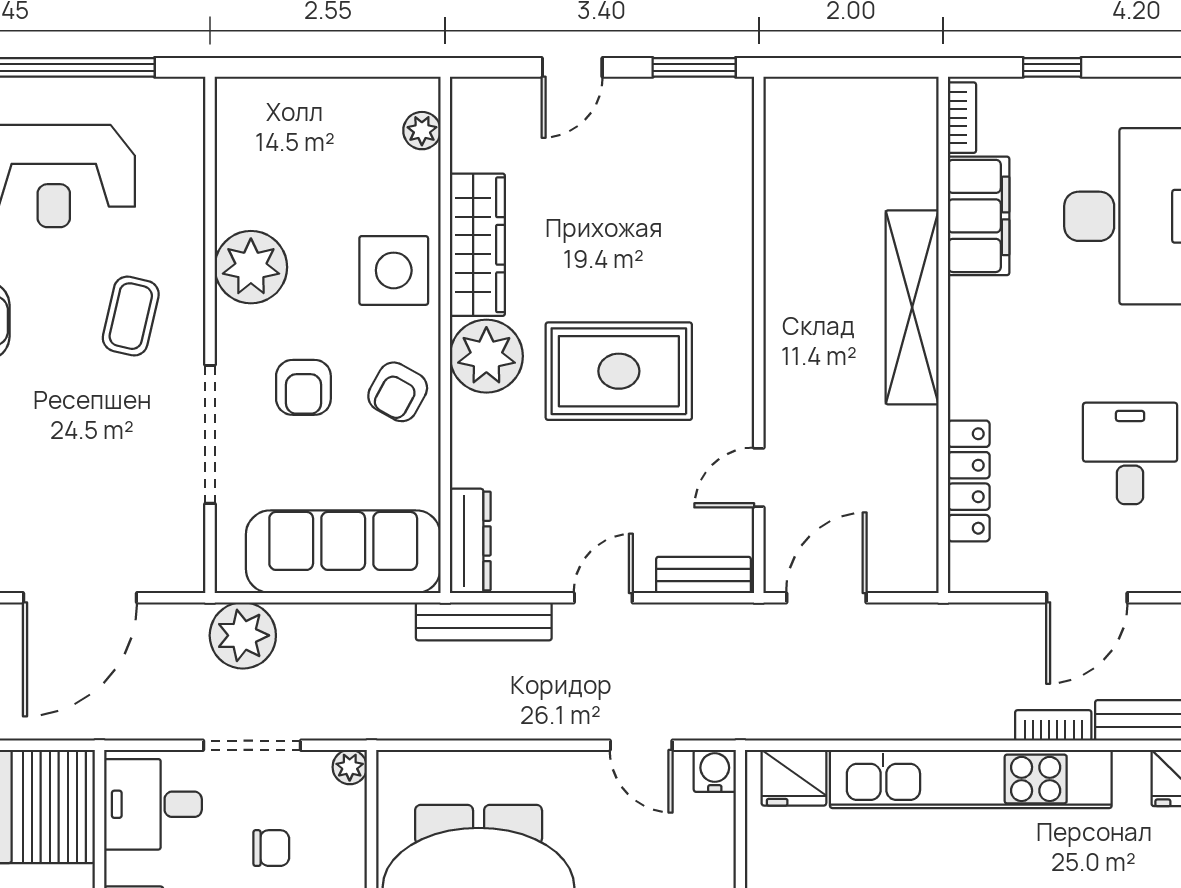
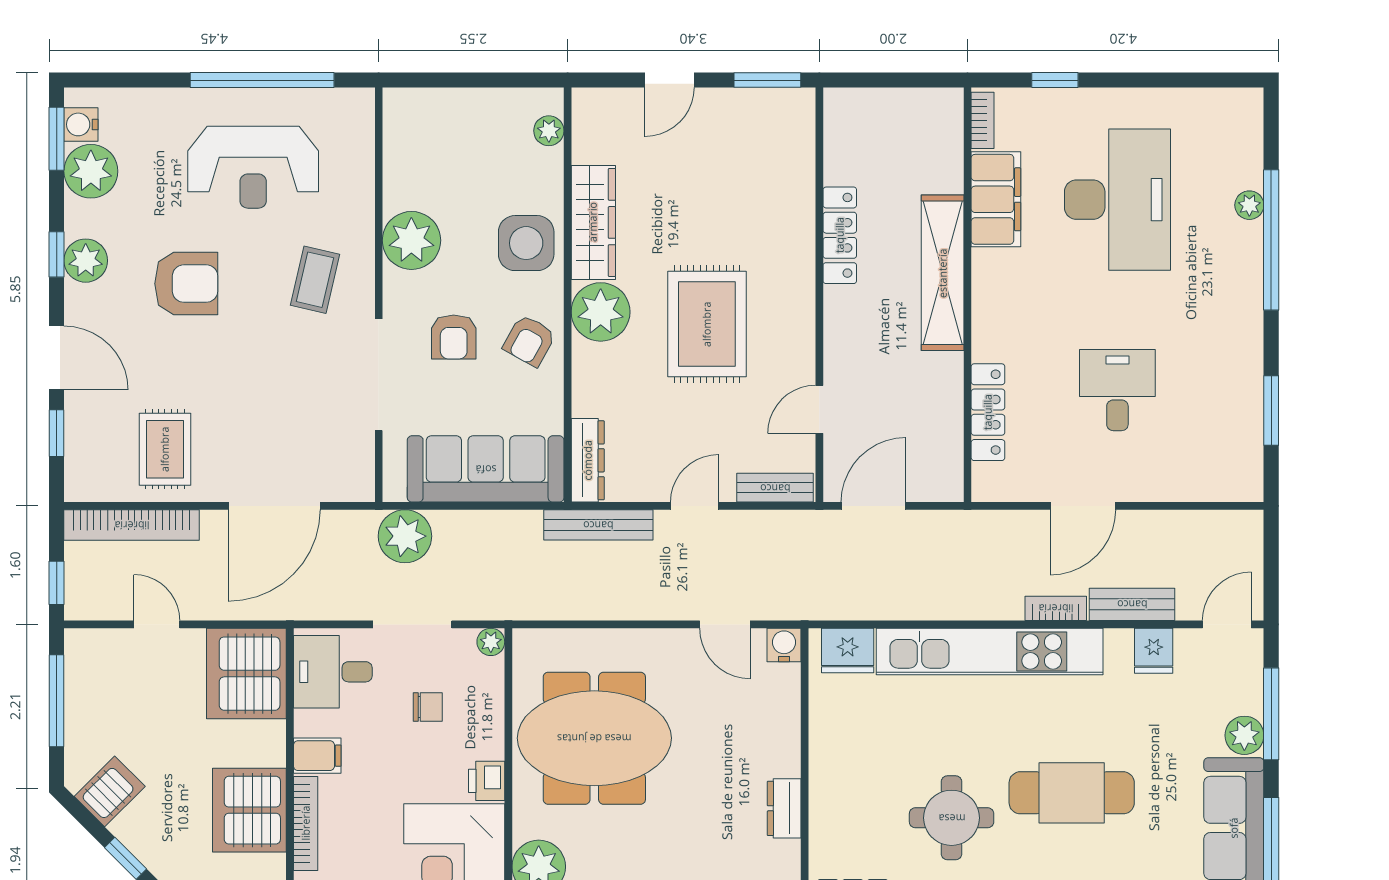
locker: (784, 261) -> (840, 235), added
rug: (619, 371) -> (707, 324), turned 90

